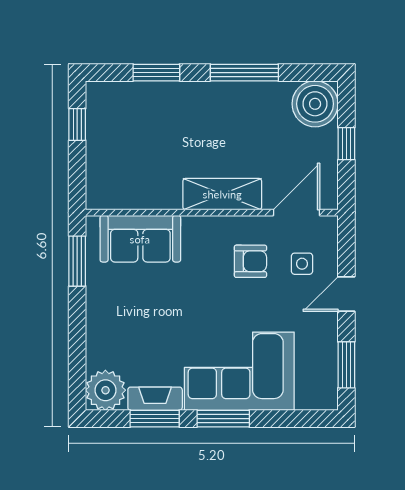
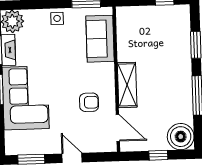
armchair: (250, 261) -> (89, 102), turned -90
side table: (302, 264) -> (57, 18), moved

